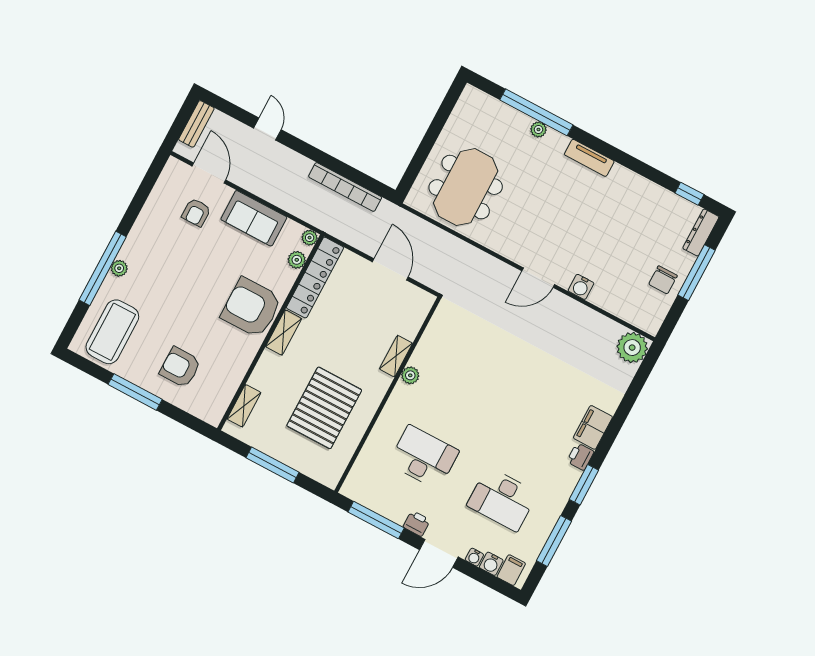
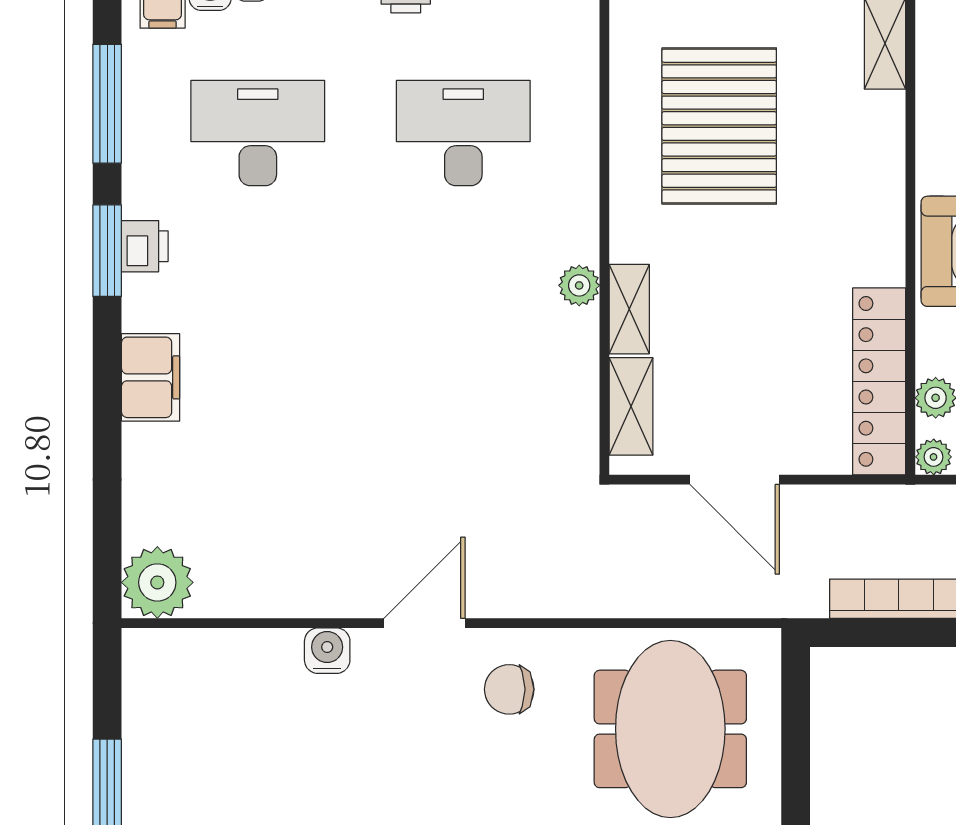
chair: (663, 280) -> (509, 689), moved, turned -90
shelving: (284, 333) -> (631, 406), moved
desk: (424, 457) -> (463, 133), turned 180
printer: (580, 457) -> (145, 246), moved

